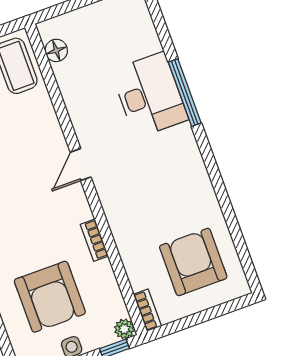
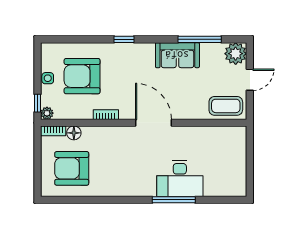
floor lamp: (56, 50) -> (74, 133), moved
door: (81, 165) -> (154, 123), width x1.87
armchair: (193, 262) -> (72, 168), turned 180

